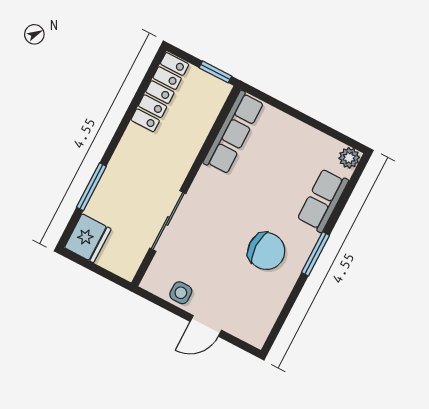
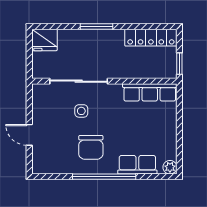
window: (91, 187) -> (96, 26), moved
sliding door: (168, 221) -> (79, 81), width x1.37
window: (315, 254) -> (104, 177), width x2.11
side table: (181, 293) -> (81, 111), moved

